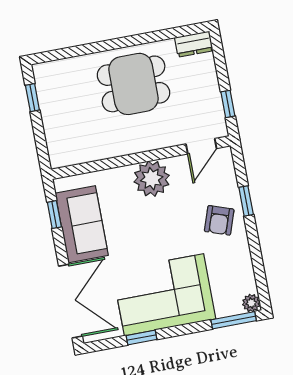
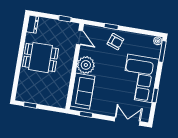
dining table: (134, 84) -> (41, 58), turned 90
sofa: (82, 224) -> (83, 91), moved, turned 90
double door: (70, 301) -> (127, 121), width x0.73

